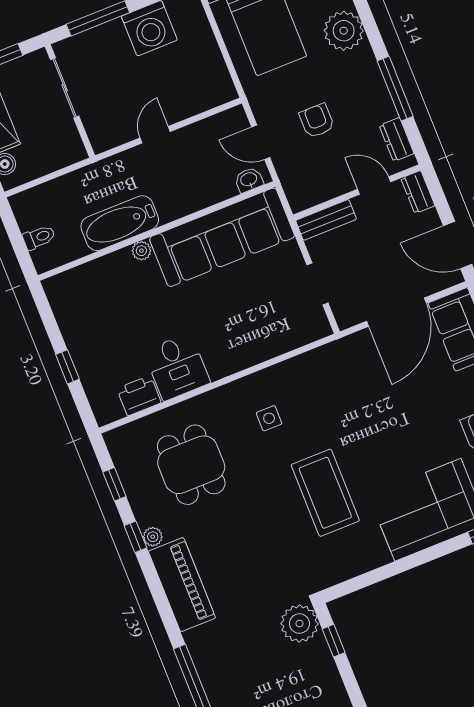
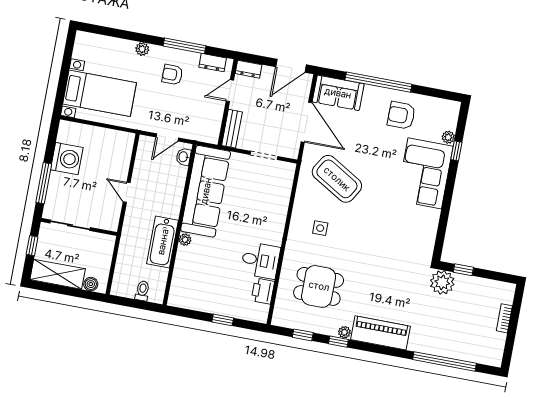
plant: (344, 31) -> (142, 49), width x0.53, depth x0.53
armchair: (317, 121) -> (172, 75), moved
coffee table: (325, 493) -> (337, 179), moved, turned 31

